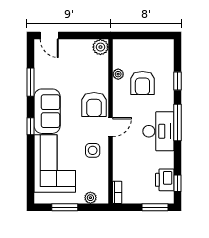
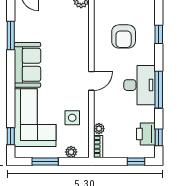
plant: (118, 74) -> (99, 129), moved
armchair: (94, 105) -> (75, 58), removed
window: (177, 122) -> (159, 90), moved
window: (31, 126) -> (11, 136), moved
side table: (93, 150) -> (72, 118), moved
window: (155, 207) -> (136, 162), width x0.67

